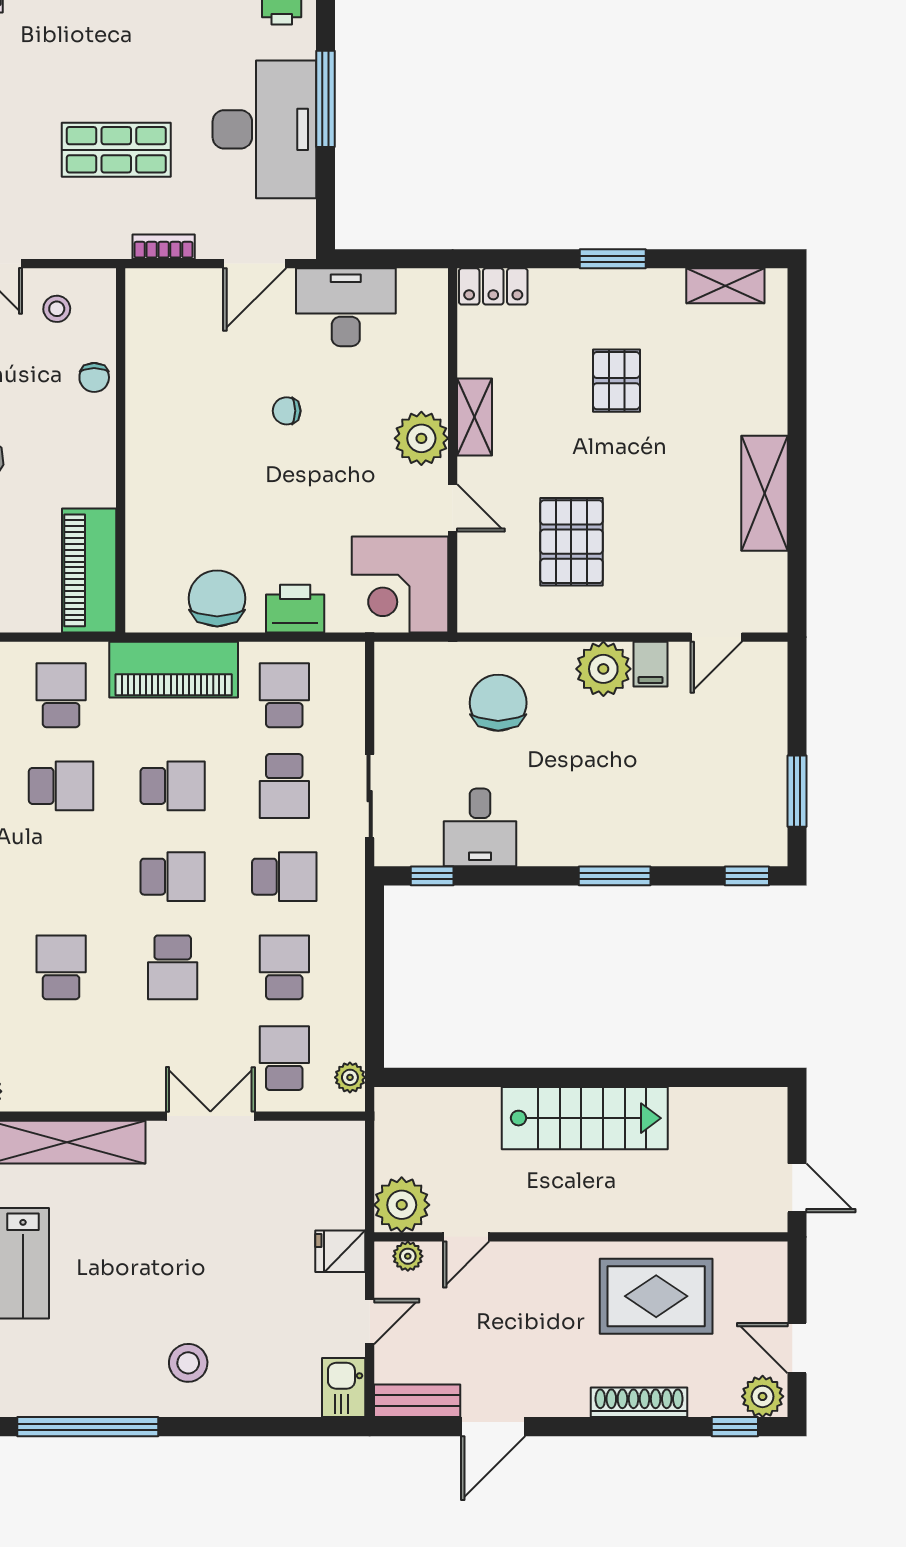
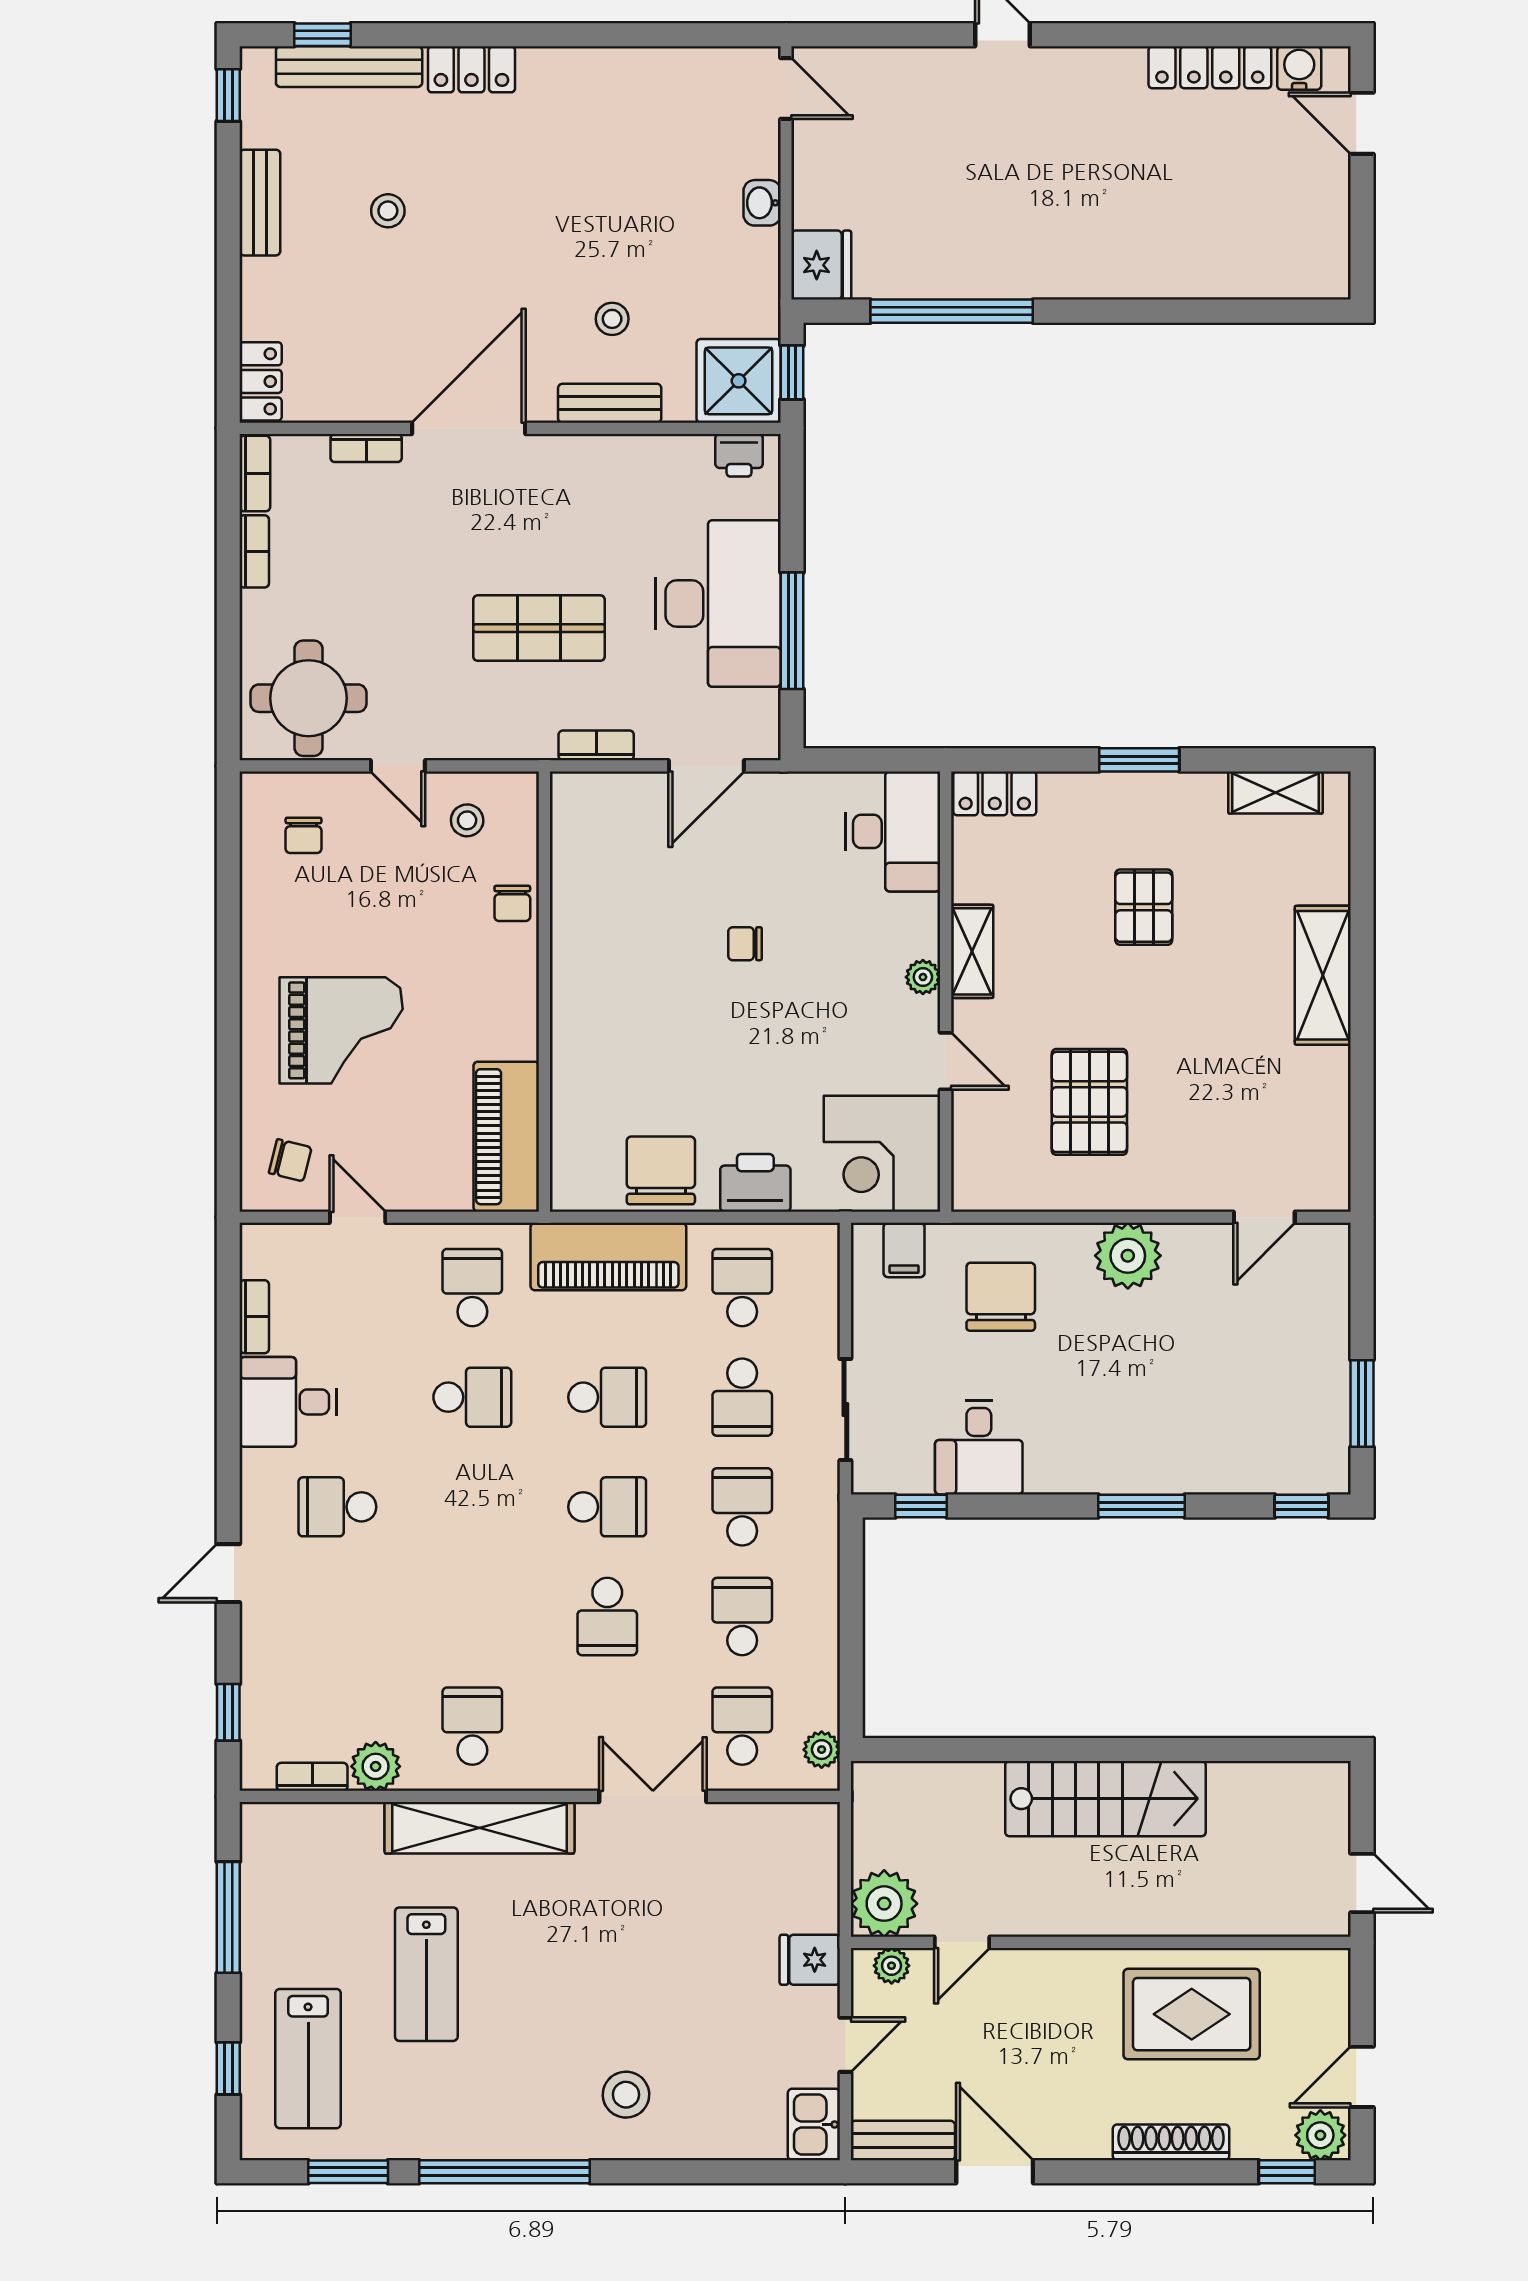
window: (325, 99) -> (792, 631), moved
desk: (346, 307) -> (893, 831), moved, turned 90
plant: (421, 438) -> (923, 977), width x0.53, depth x0.53
shelving: (765, 493) -> (1323, 975), moved
filing cabinet: (650, 664) -> (904, 1250), moved
school desk: (284, 877) -> (742, 1507), turned -90
school desk: (61, 967) -> (472, 1726), moved
door: (797, 1348) -> (1362, 2077), hinge flipped
door: (493, 1427) -> (995, 2172), swing flipped

